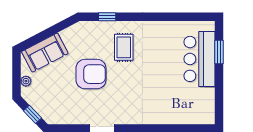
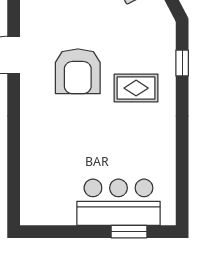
armchair: (91, 74) -> (78, 71), moved

